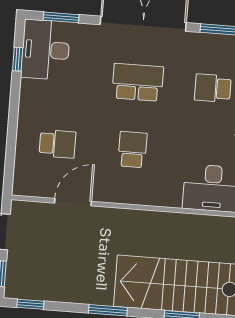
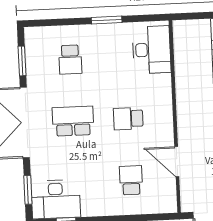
school desk: (138, 82) -> (73, 121), turned 90

